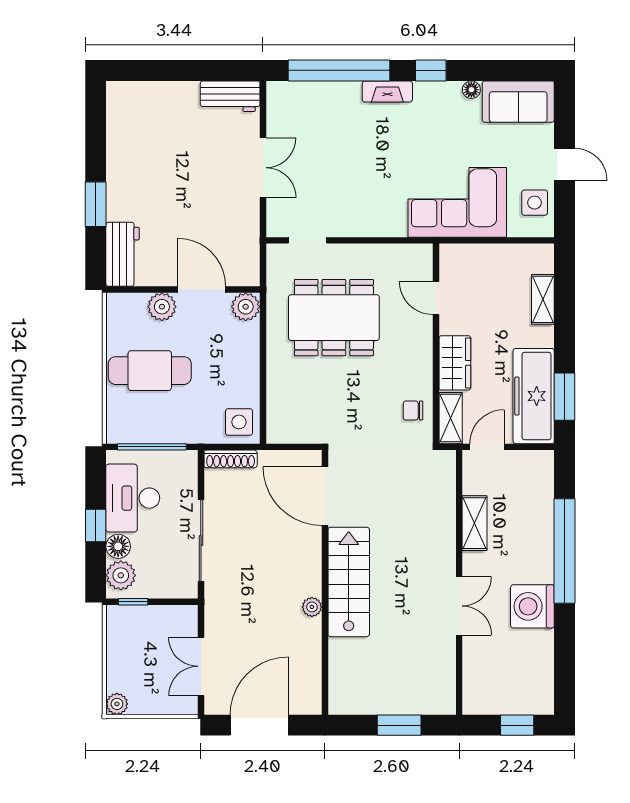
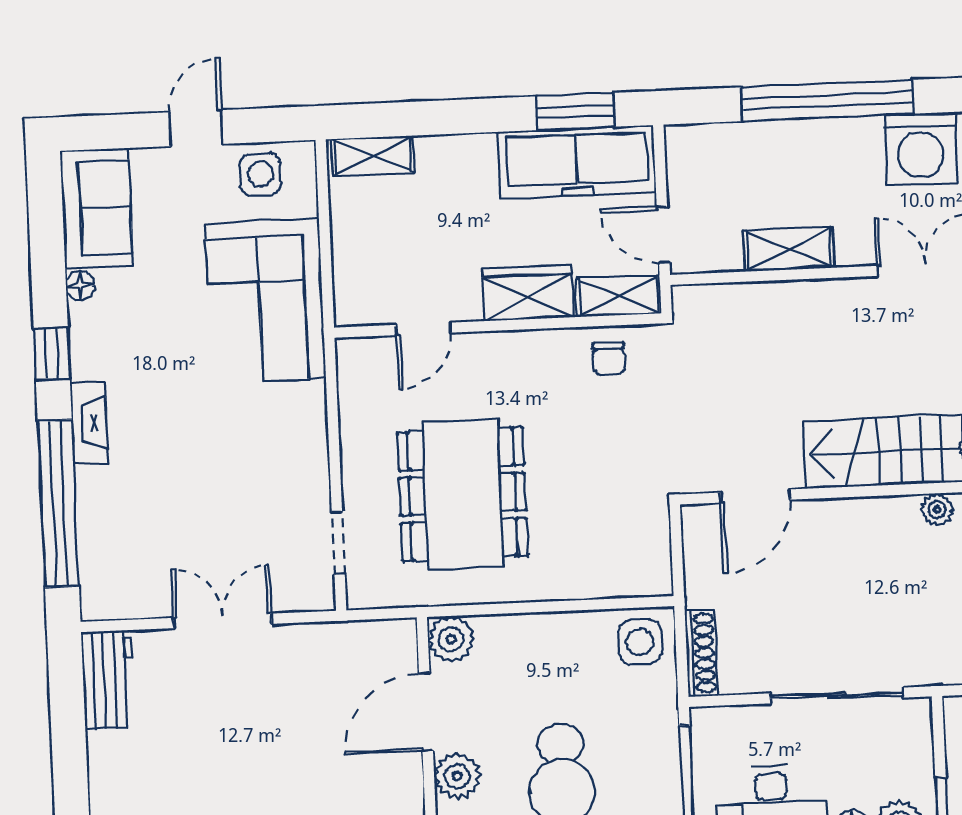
shelving: (543, 299) -> (373, 156), moved
door: (325, 496) -> (755, 496), width x0.73

